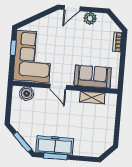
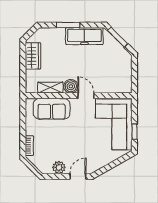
boiler: (27, 94) -> (71, 86), moved
wardrobe: (107, 130) -> (33, 56), added
window: (56, 156) -> (68, 25), moved

